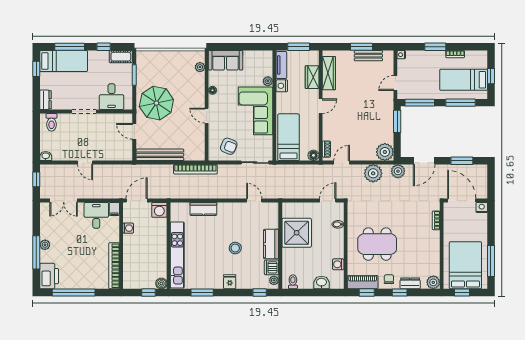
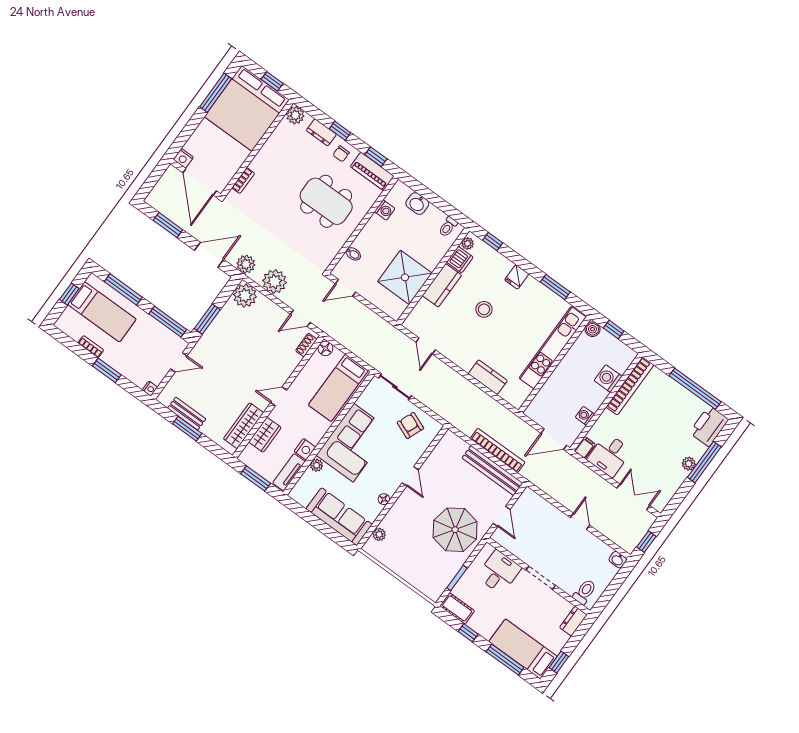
sofa: (226, 60) -> (339, 517), width x1.36
bookcase: (195, 169) -> (498, 450), moved
washing machine: (159, 210) -> (608, 378), moved, turned -90
bed: (465, 265) -> (247, 108), width x1.36

